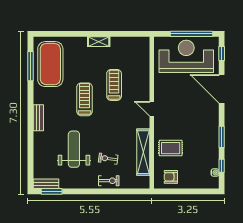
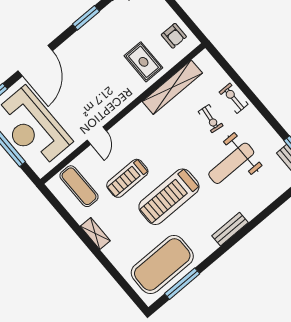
exercise mat: (132, 55) -> (79, 186), added
treadmill: (85, 99) -> (169, 197), width x1.37, depth x1.38
door: (152, 109) -> (97, 136), moved

